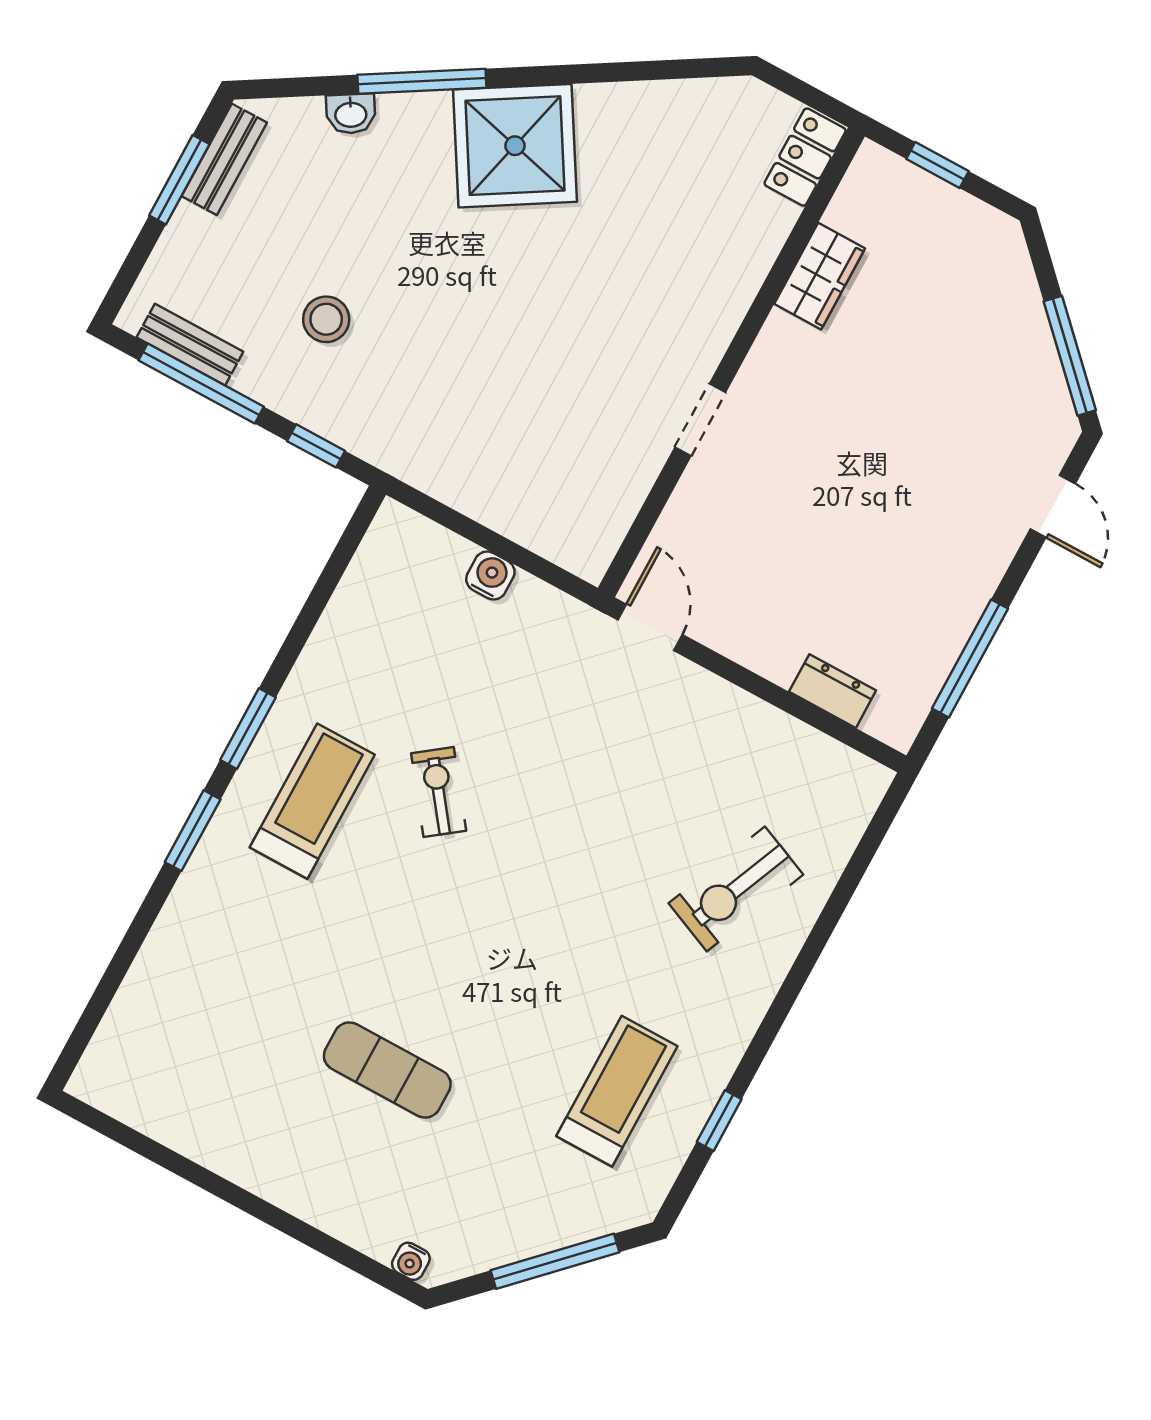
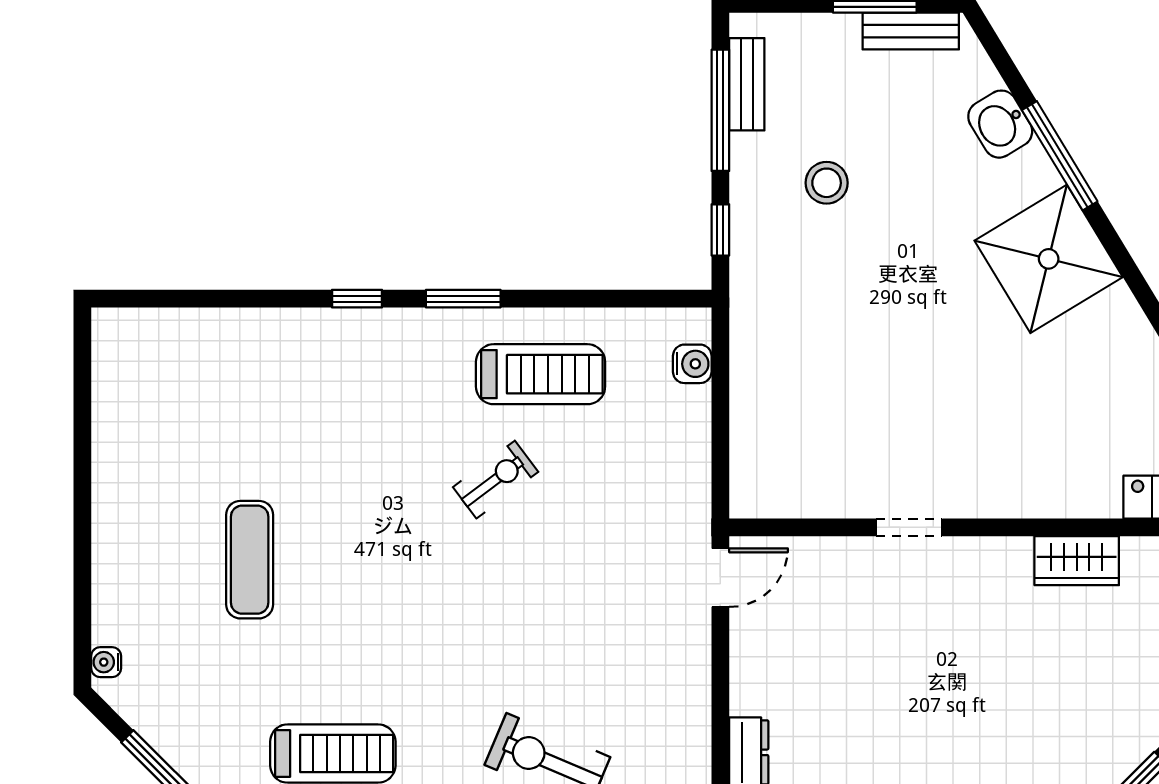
washbasin: (351, 114) -> (1000, 124), width x1.38, depth x1.45
water cooler: (490, 575) -> (692, 364), moved
treadmill: (312, 801) -> (541, 374), moved
window: (193, 831) -> (357, 299), width x0.67

